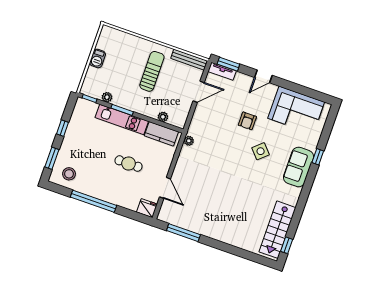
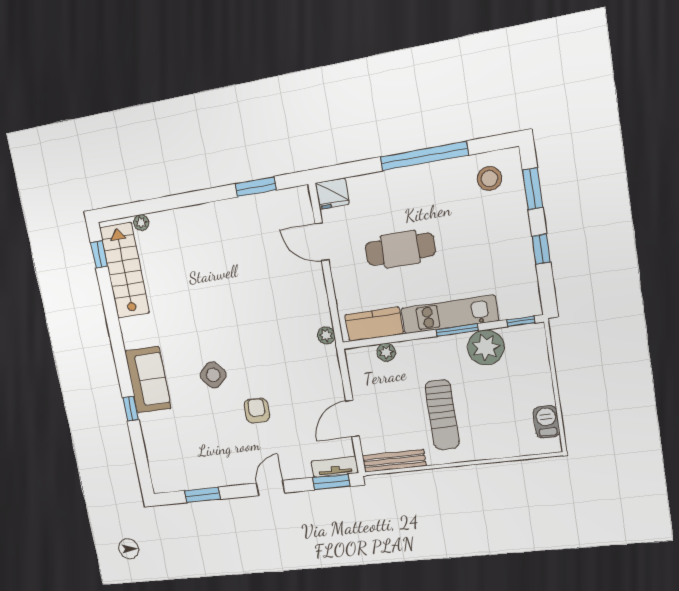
barbecue: (97, 58) -> (547, 422), moved
window: (304, 91) -> (202, 495), added
plant: (107, 97) -> (486, 347), width x1.88, depth x1.88
corner sofa: (296, 110) -> (198, 461), removed
cafe table: (129, 164) -> (400, 249), width x1.37, depth x1.35
window: (183, 233) -> (256, 187), width x0.69
plant: (254, 248) -> (141, 223), added

